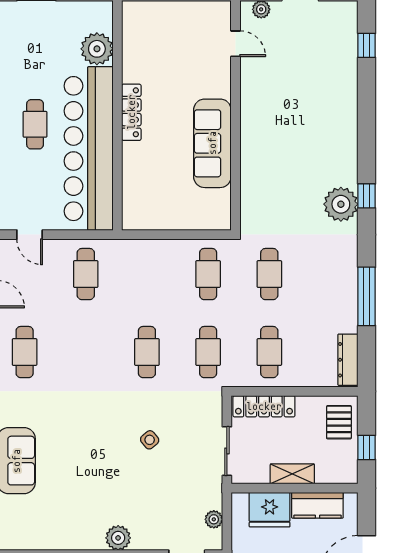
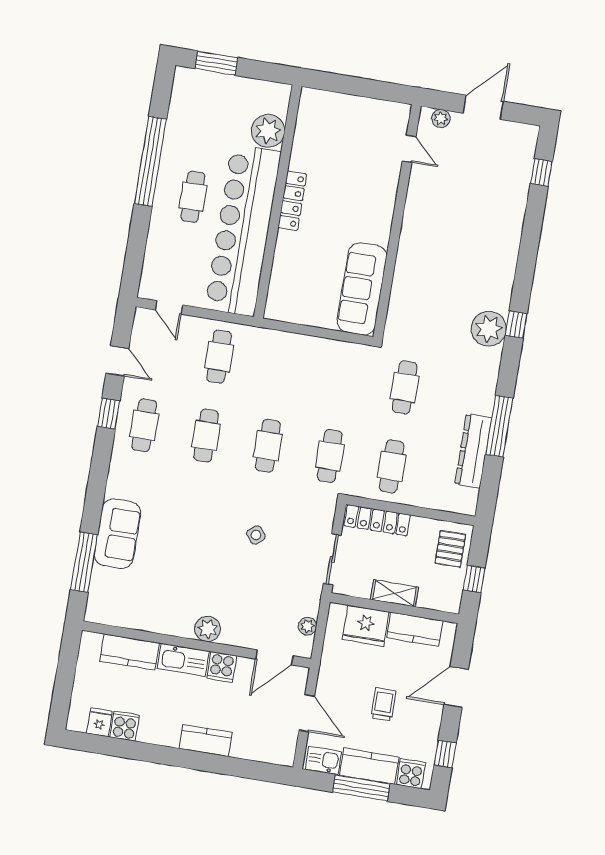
sofa: (212, 143) -> (362, 289), moved
cafe table: (208, 274) -> (206, 436), moved
dresser: (348, 360) -> (473, 451), moved, width x1.37, depth x1.24

